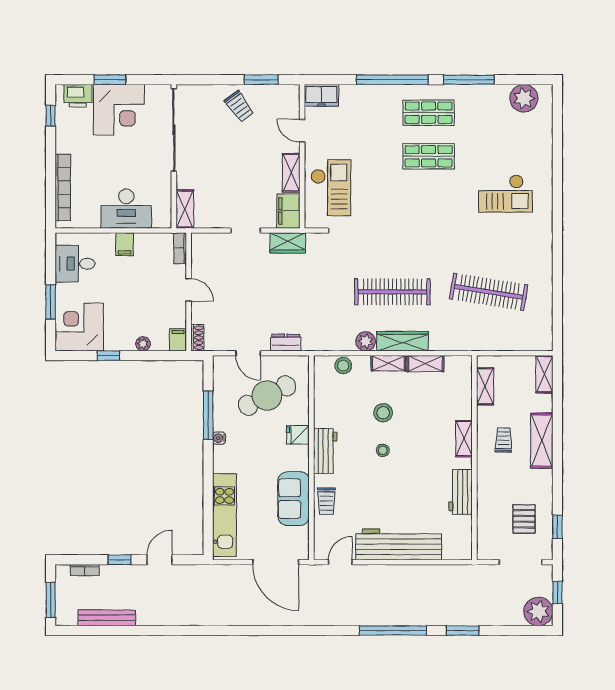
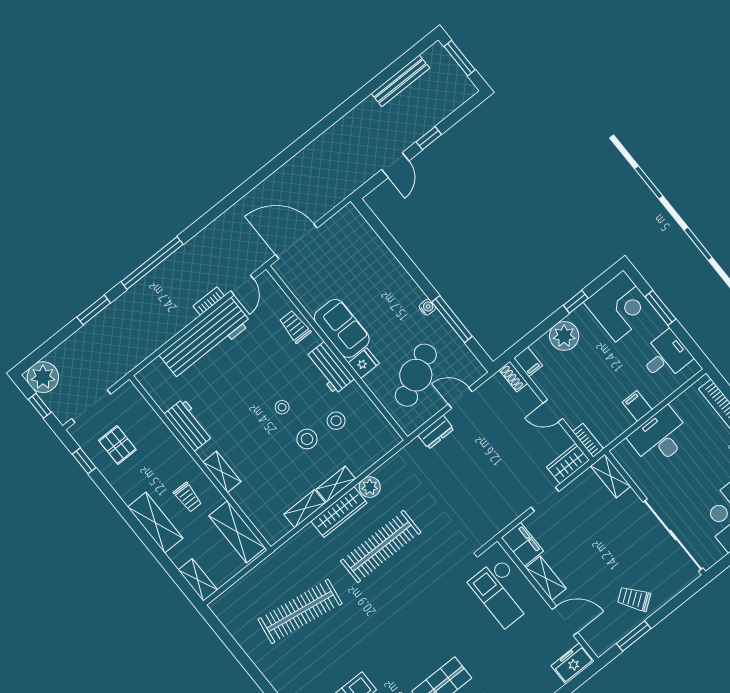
door: (302, 131) -> (565, 621), width x1.38
wardrobe: (288, 243) -> (568, 464), moved
plant: (143, 344) -> (564, 336), width x1.88, depth x1.88
stool: (343, 366) -> (336, 421), moved
shelving: (485, 386) -> (237, 532), width x1.50, depth x1.33
sofa: (294, 499) -> (342, 328), moved
kitchen unit: (224, 515) -> (371, 246), removed
bookcase: (85, 570) -> (209, 301), moved

